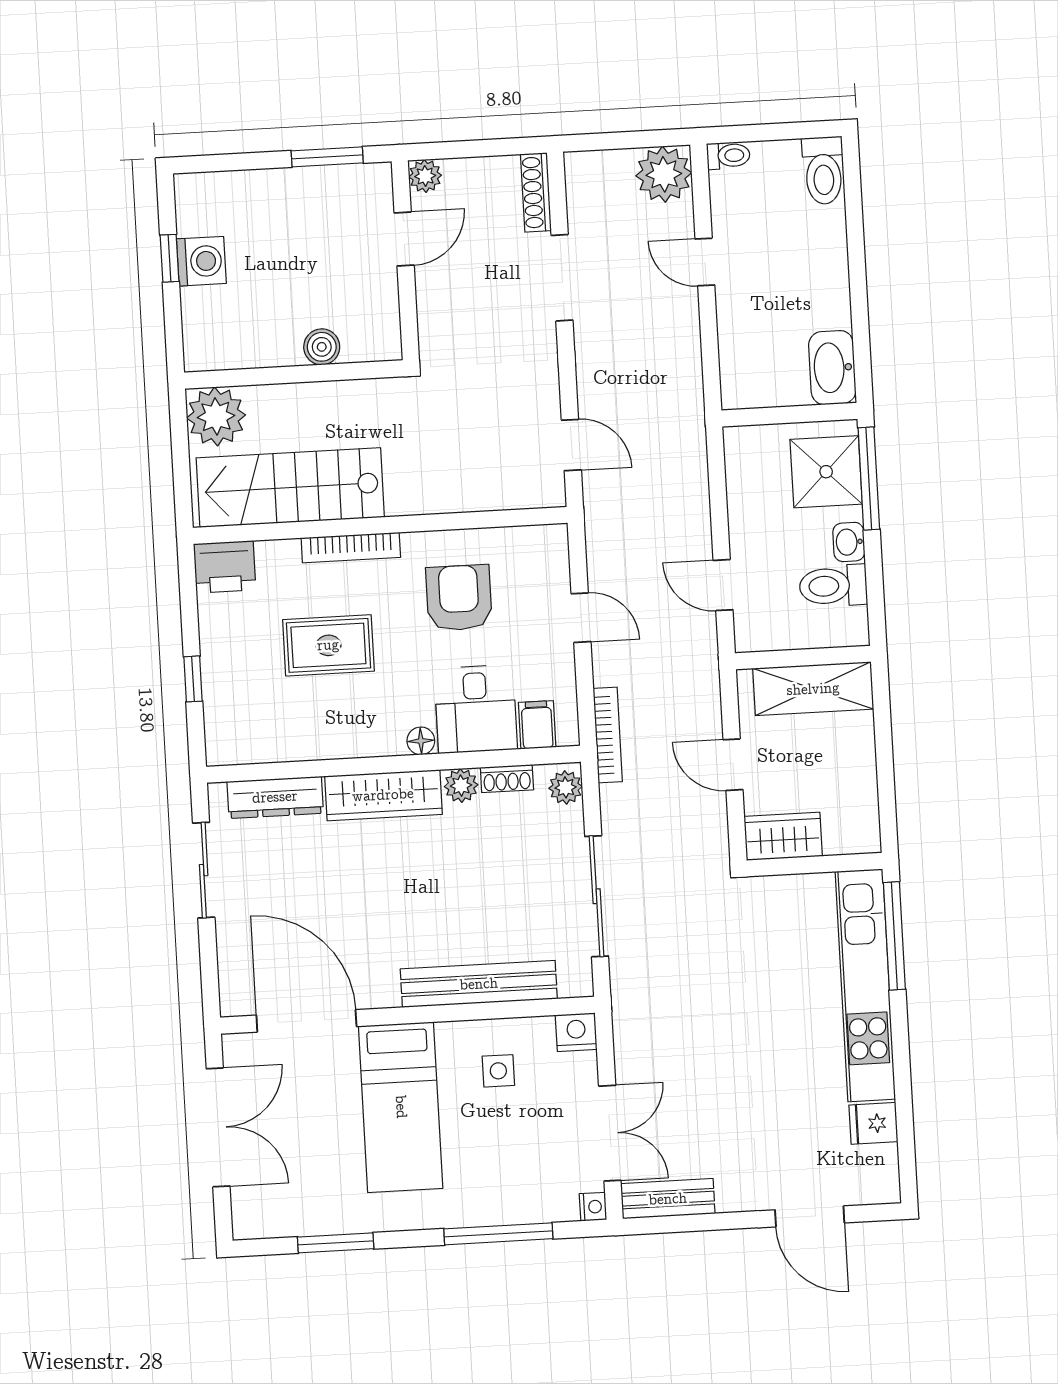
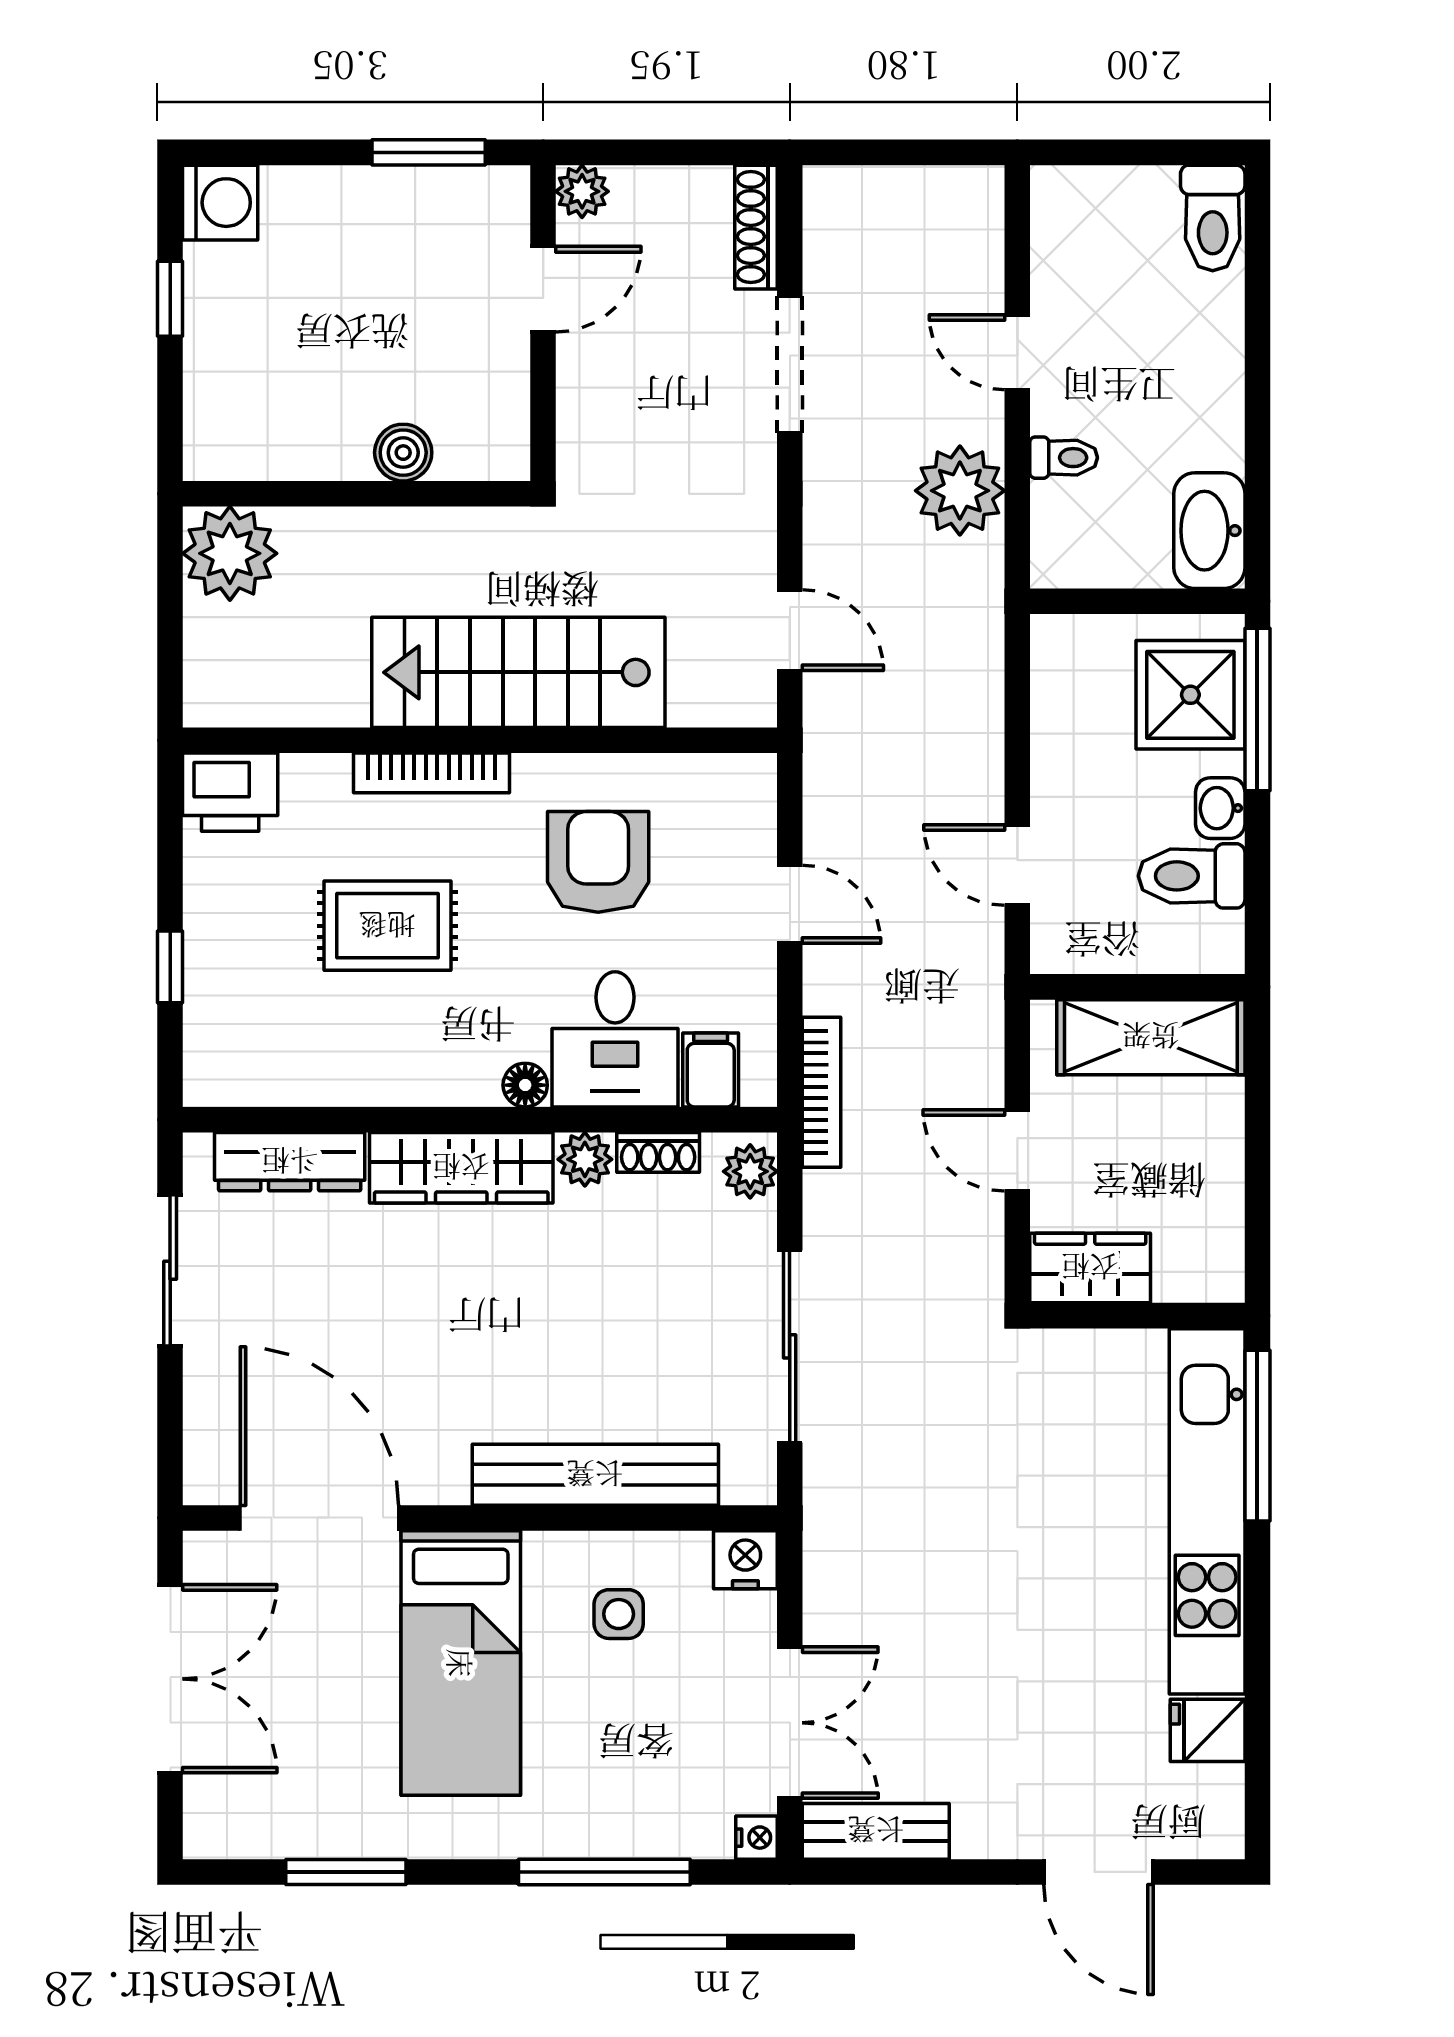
toilet: (728, 156) -> (1064, 458), moved
plant: (664, 174) -> (960, 491), moved
washing machine: (201, 261) -> (220, 203), moved
stairs: (290, 488) -> (518, 672), moved

